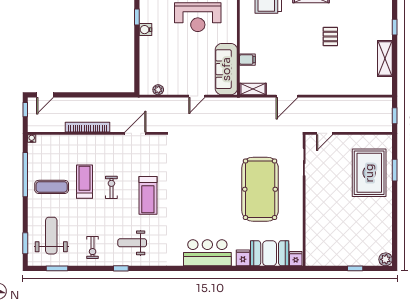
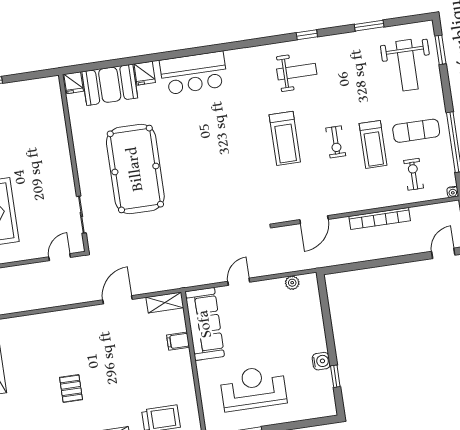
treadmill: (148, 195) -> (285, 138), turned 180
exercise bike: (93, 248) -> (414, 174), moved
window: (57, 268) -> (369, 26), moved

